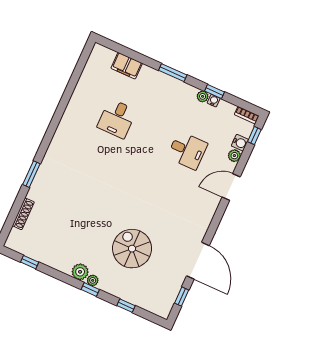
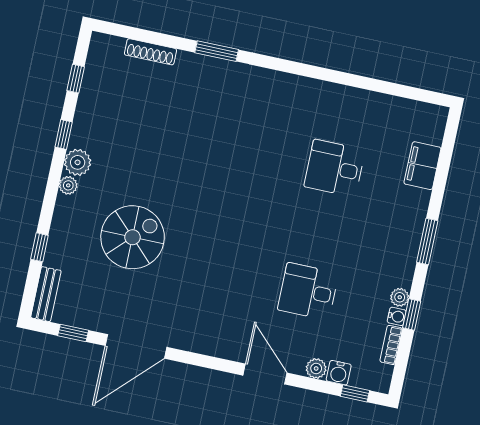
bookcase: (247, 115) -> (391, 345), moved
desk: (187, 150) -> (308, 292), turned 90
window: (90, 289) -> (64, 135), moved
bench: (155, 308) -> (46, 294), added

